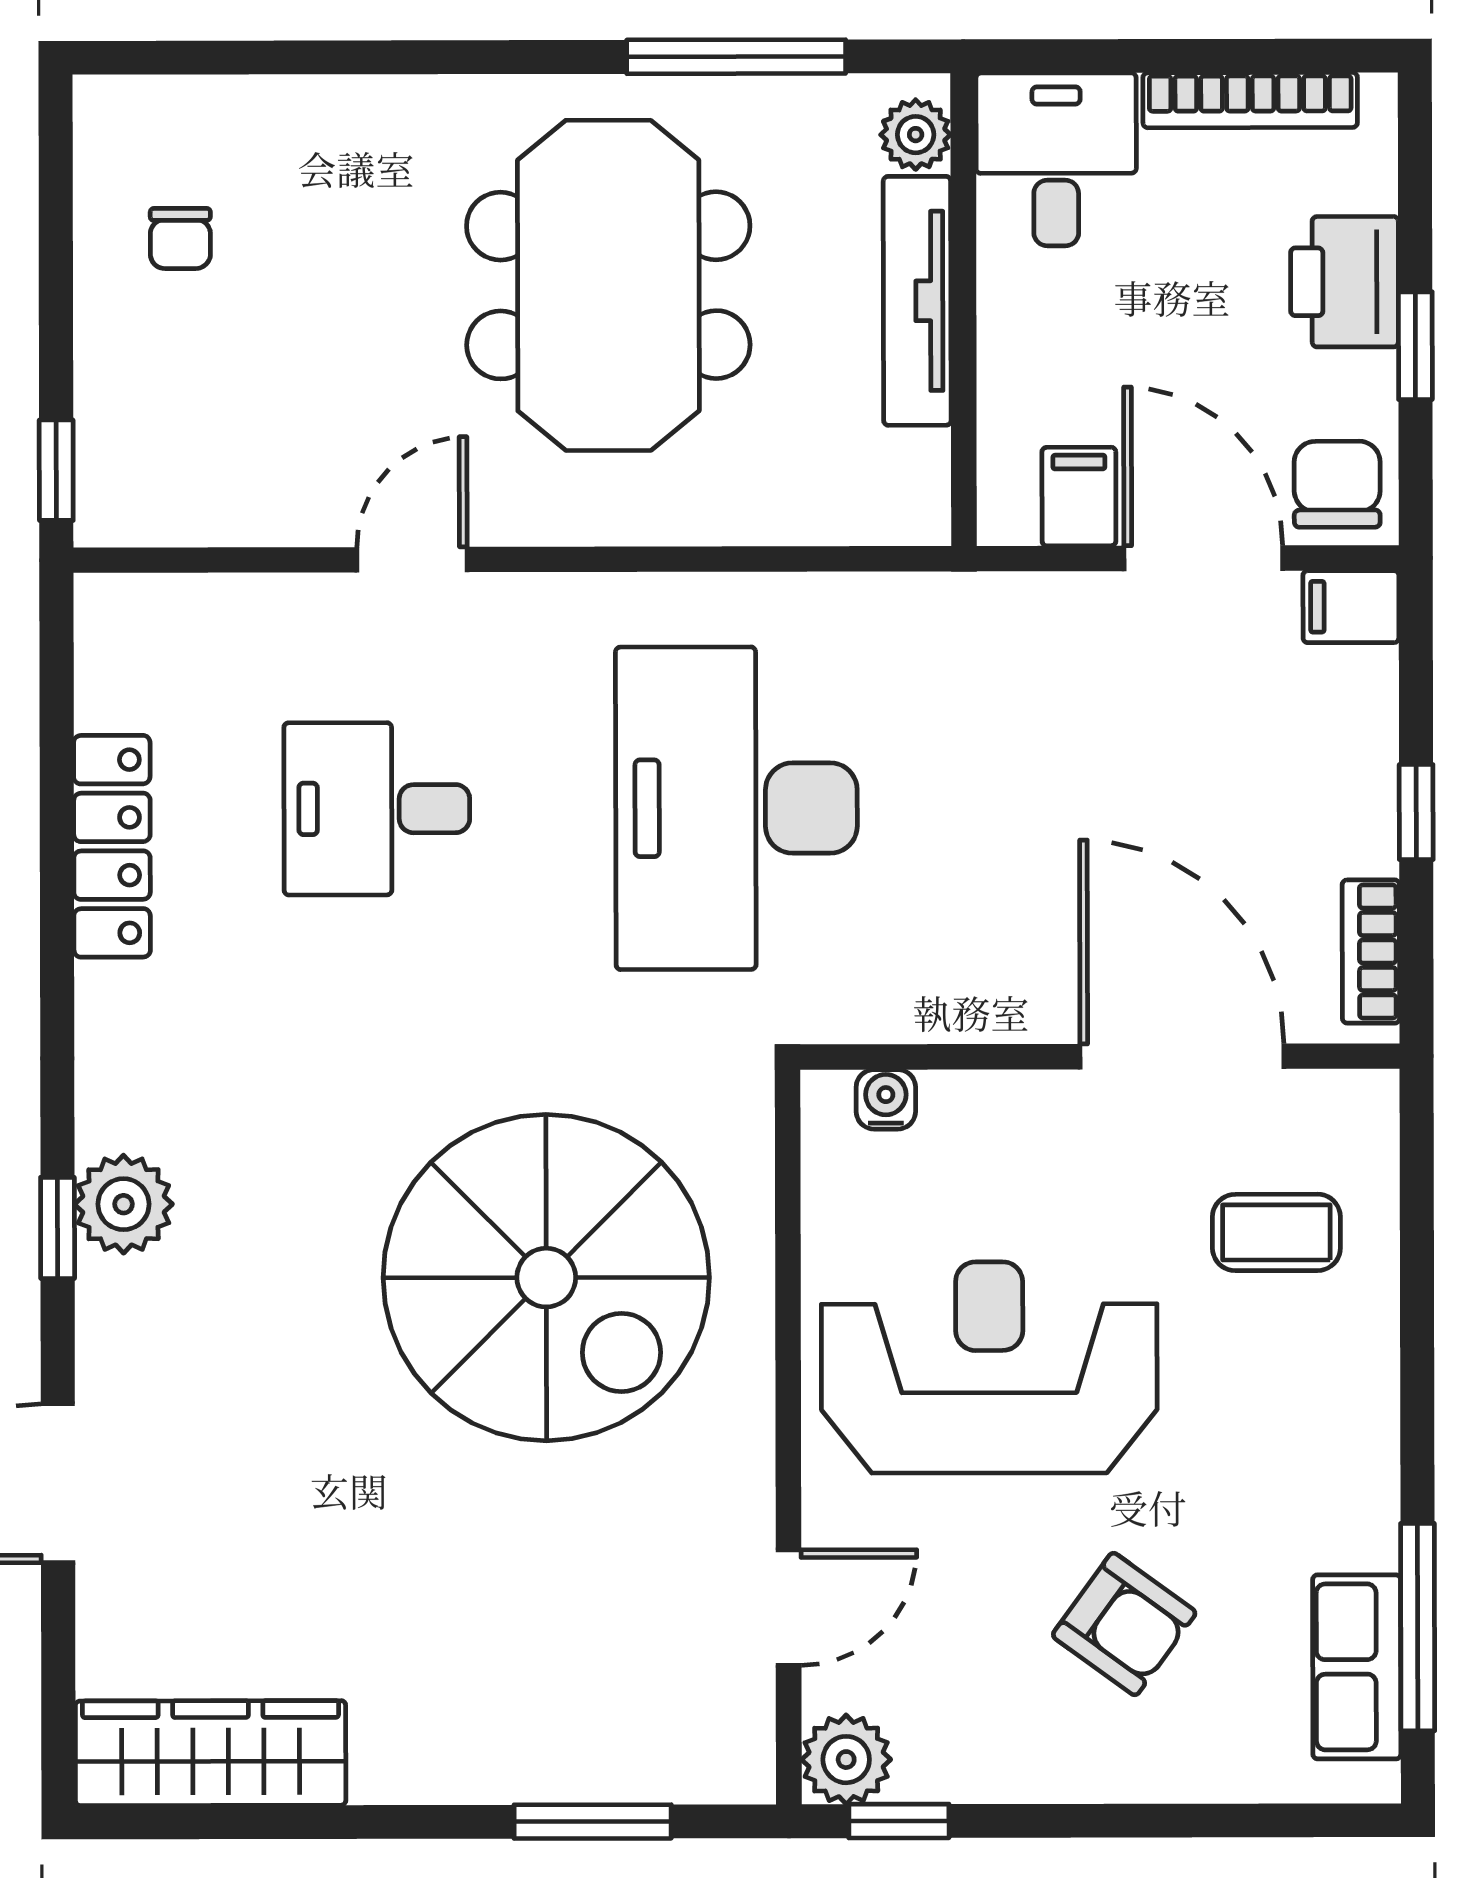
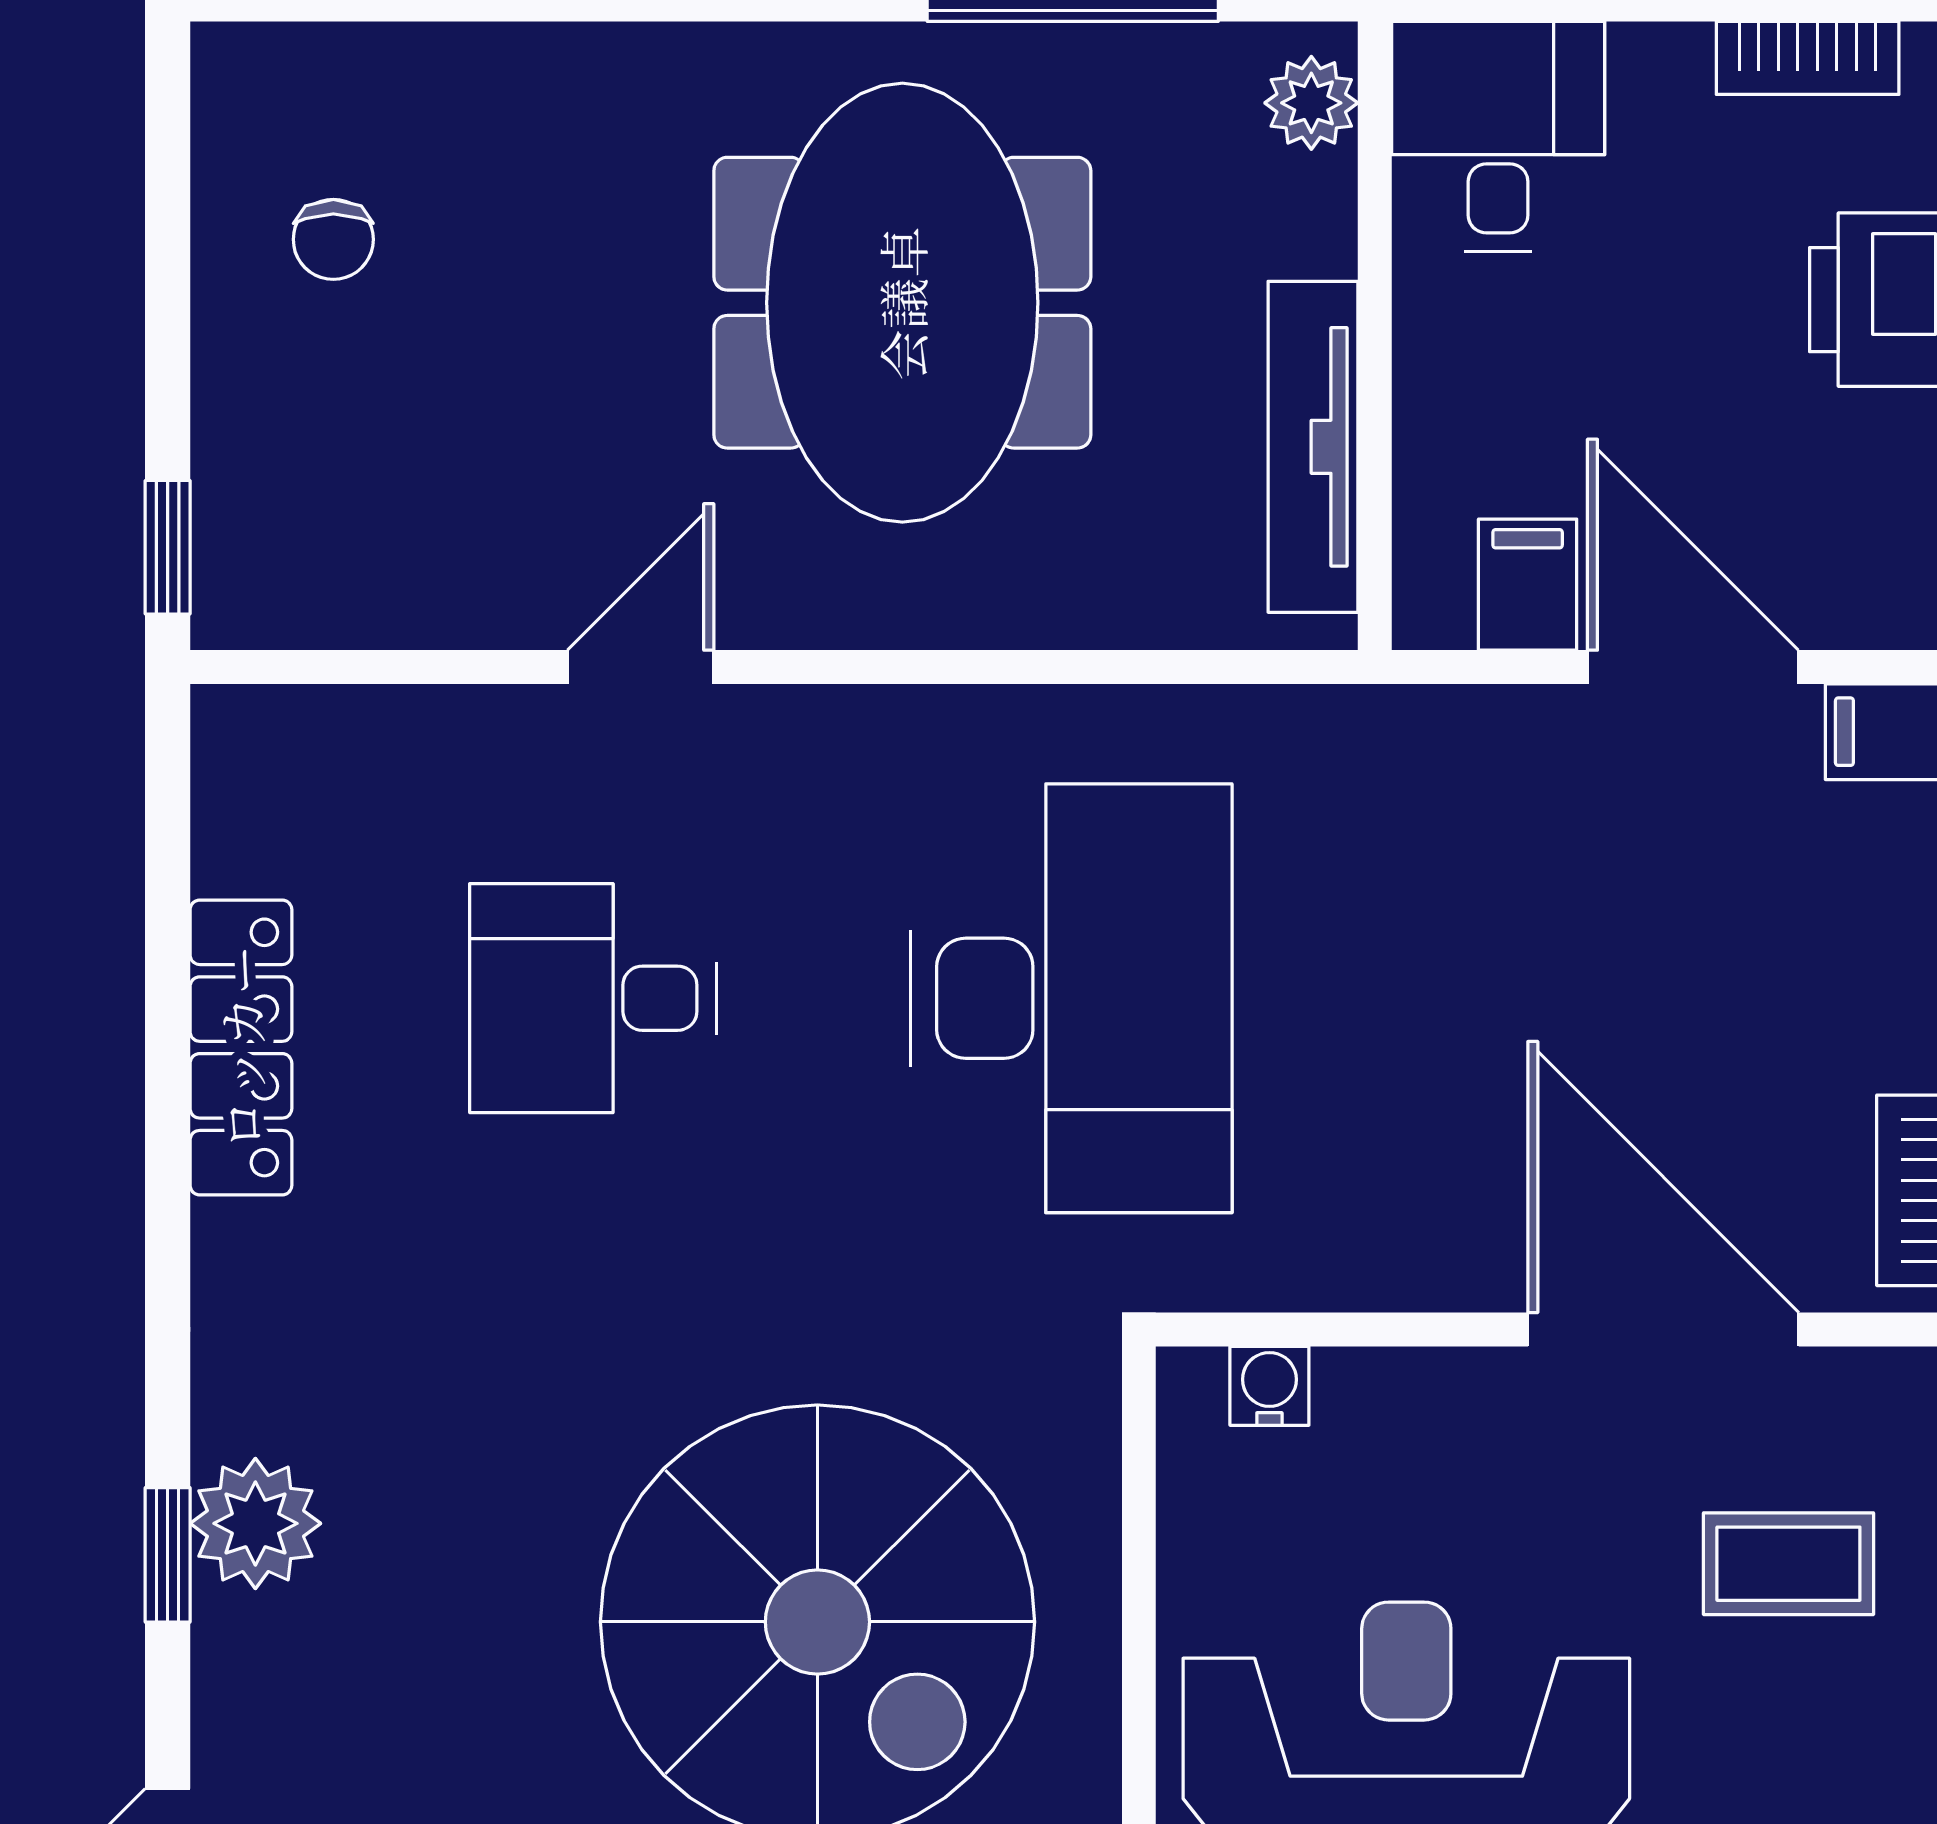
bookcase: (1250, 100) -> (1808, 58), width x0.64
tv unit: (917, 301) -> (1313, 447), moved
chair: (1337, 484) -> (1871, 569), removed
desk: (736, 808) -> (1072, 998), turned 180

